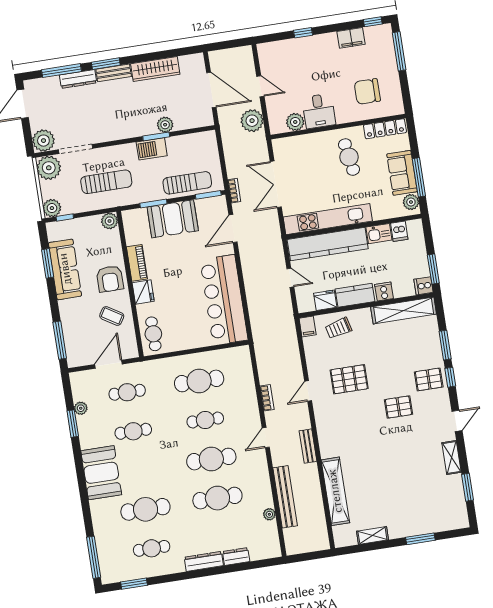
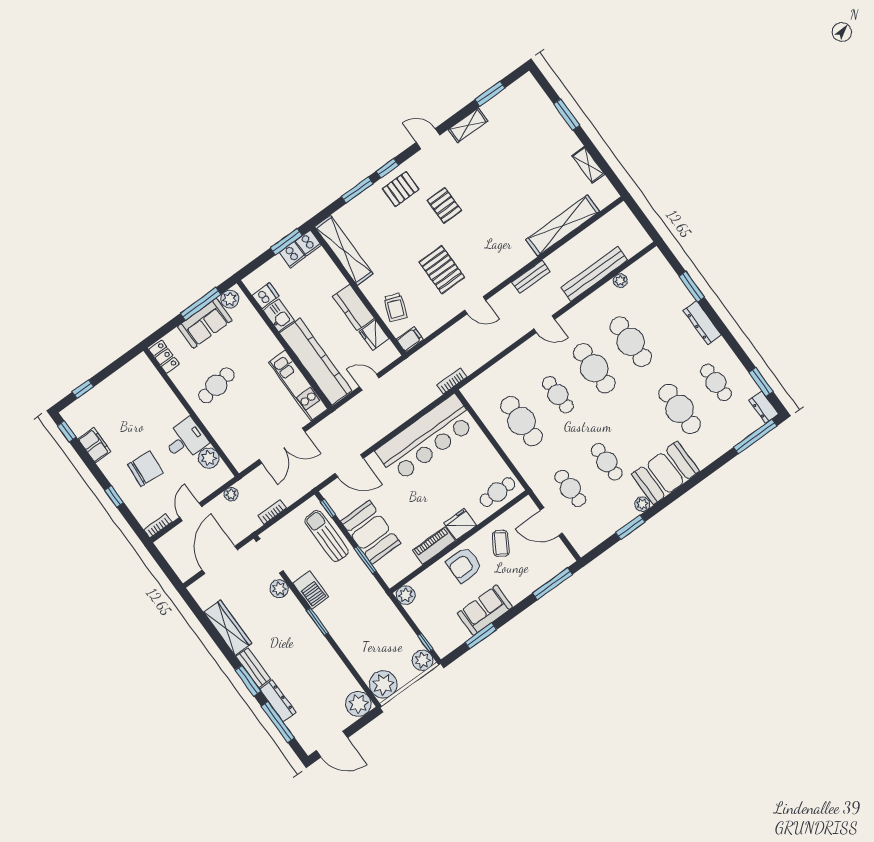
window: (399, 51) -> (83, 389), width x0.46
bookcase: (263, 55) -> (158, 526), added
chair: (367, 91) -> (145, 469), moved, turned -85
plant: (252, 121) -> (231, 494), width x0.53, depth x0.53
locker: (385, 129) -> (164, 357), width x0.66
window: (156, 136) -> (317, 622), moved
doorway: (76, 149) -> (270, 556), moved
sun lounger: (106, 182) -> (368, 619), removed
bookcase: (234, 191) -> (272, 512), moved
window: (208, 195) -> (328, 508), width x0.67
kitchen unit: (328, 219) -> (298, 385), width x0.73
sofa: (65, 269) -> (485, 610), width x0.73
door: (290, 278) -> (369, 382), hinge flipped
armchair: (110, 279) -> (464, 565), turned 180
cooker: (384, 291) -> (292, 255), moved, turned -90
trolley: (339, 328) -> (395, 307), turned 35
pallet: (429, 379) -> (401, 189), turned 90
bookcase: (267, 398) -> (452, 381), moved
plant: (81, 408) -> (642, 504), moved
dresser: (236, 557) -> (764, 407), moved
window: (236, 568) -> (692, 287), added

